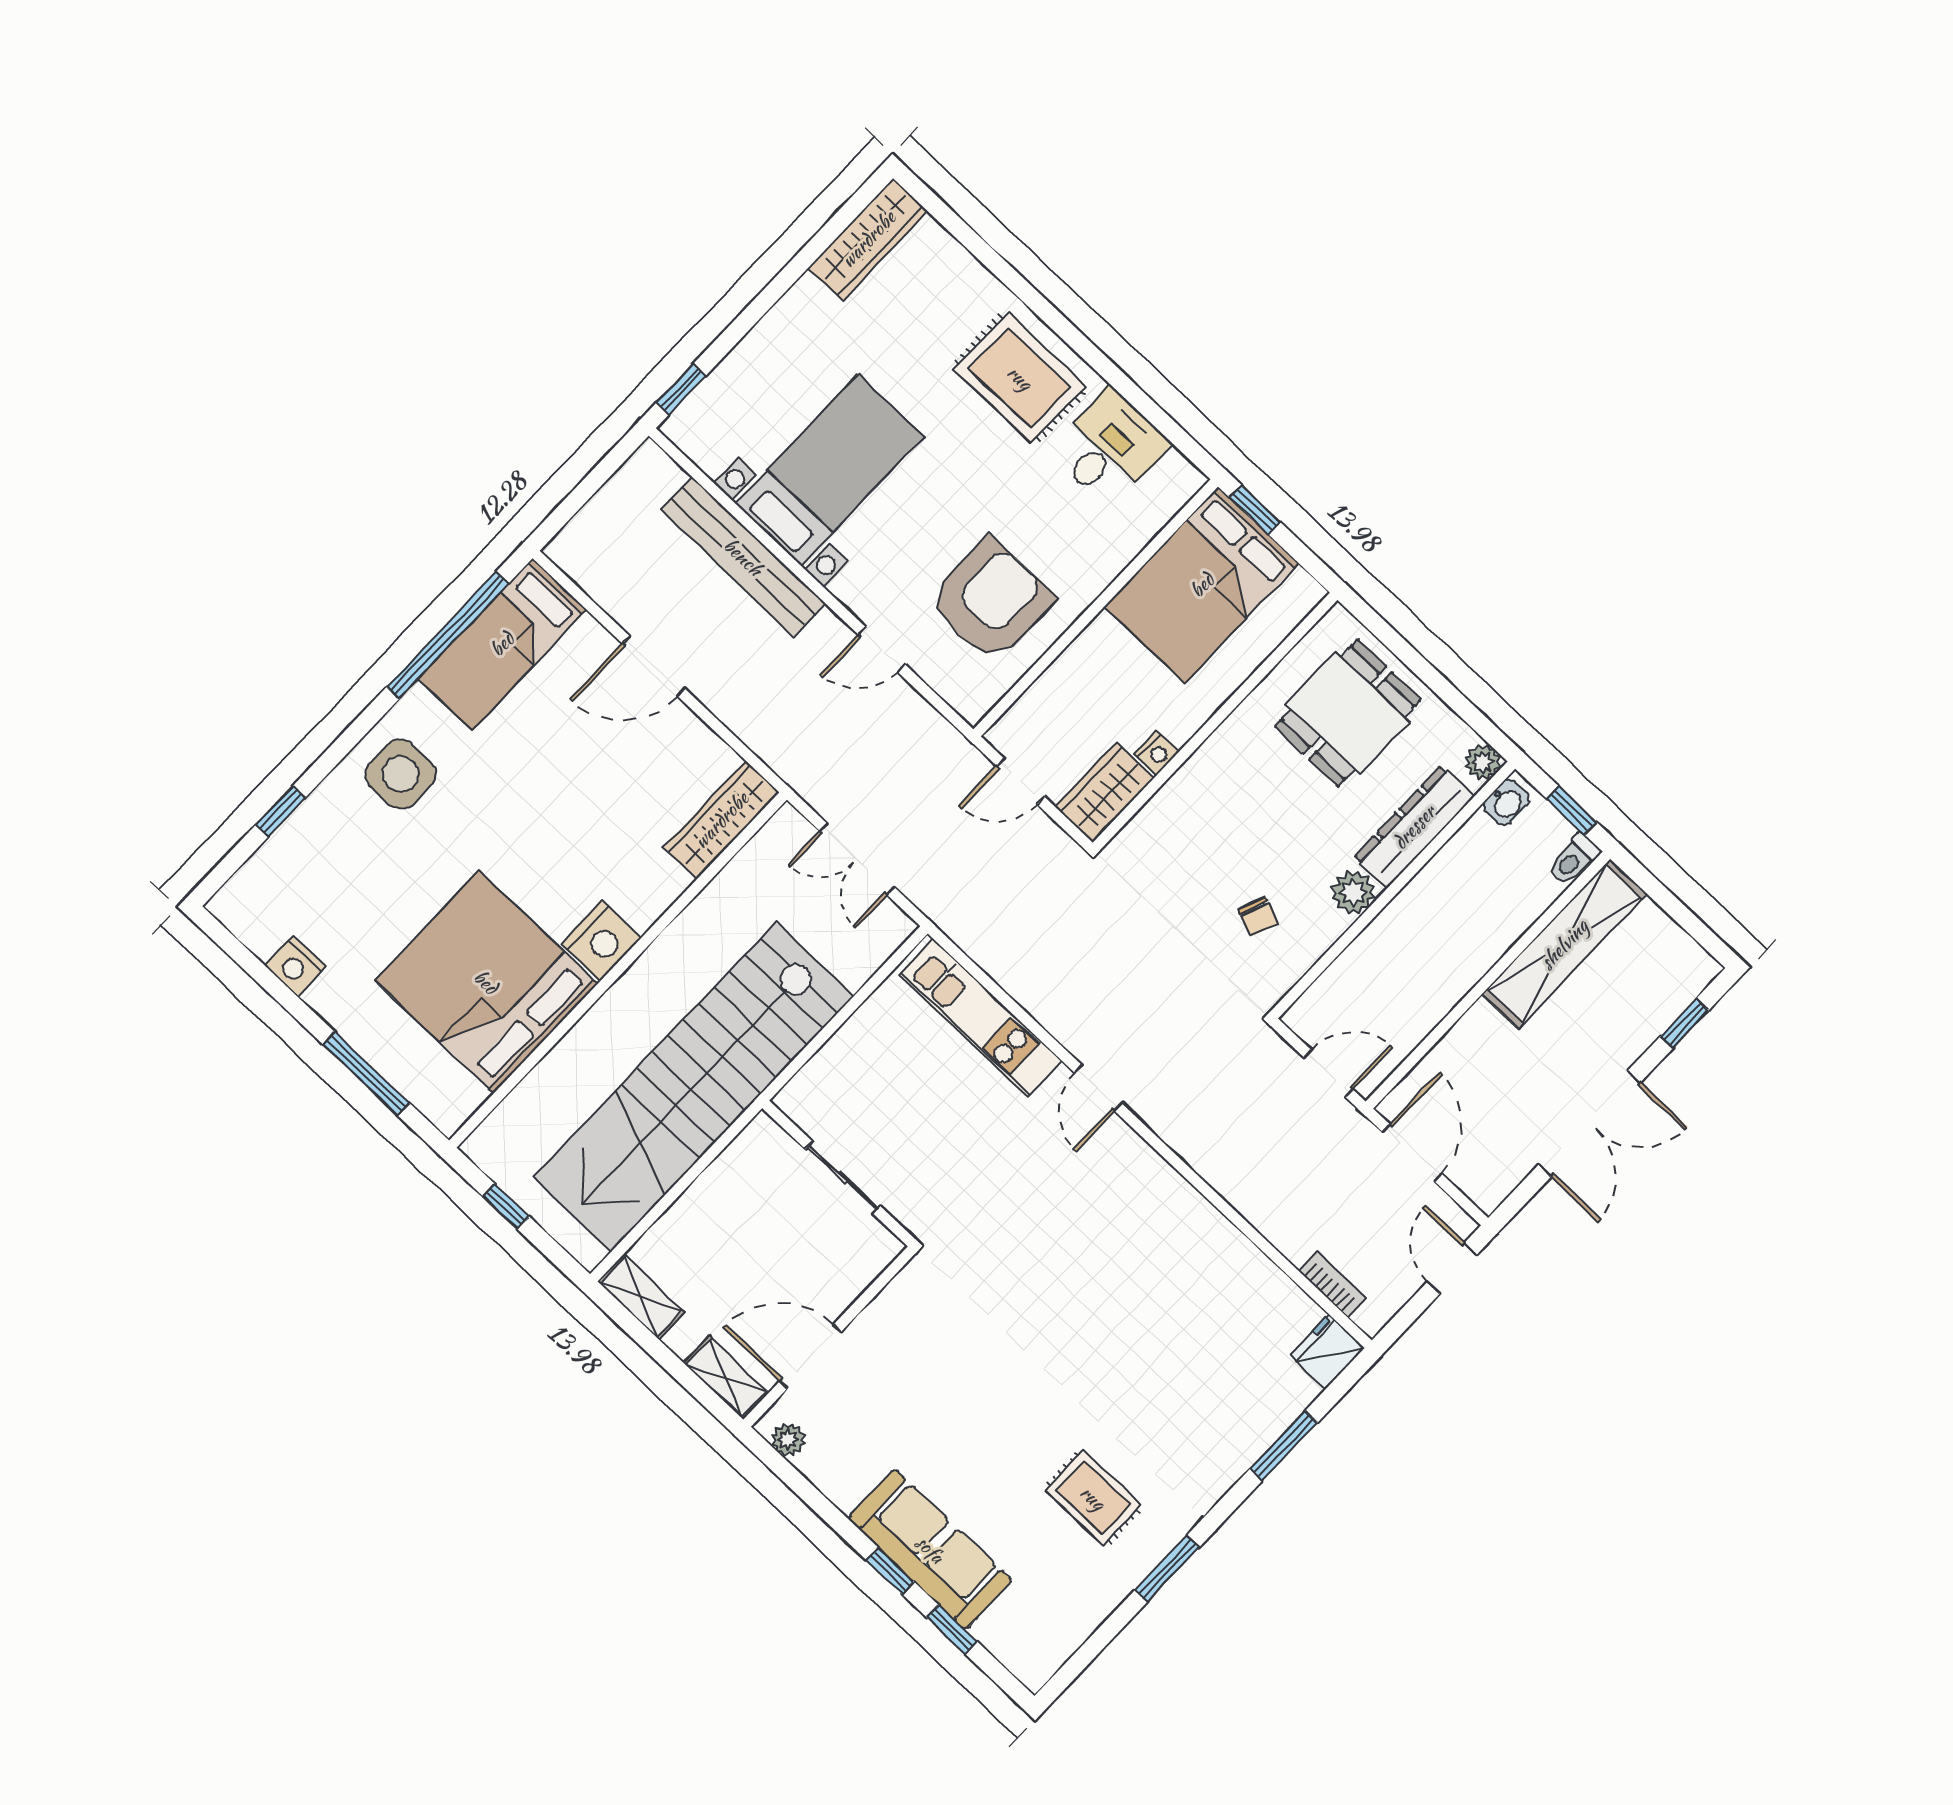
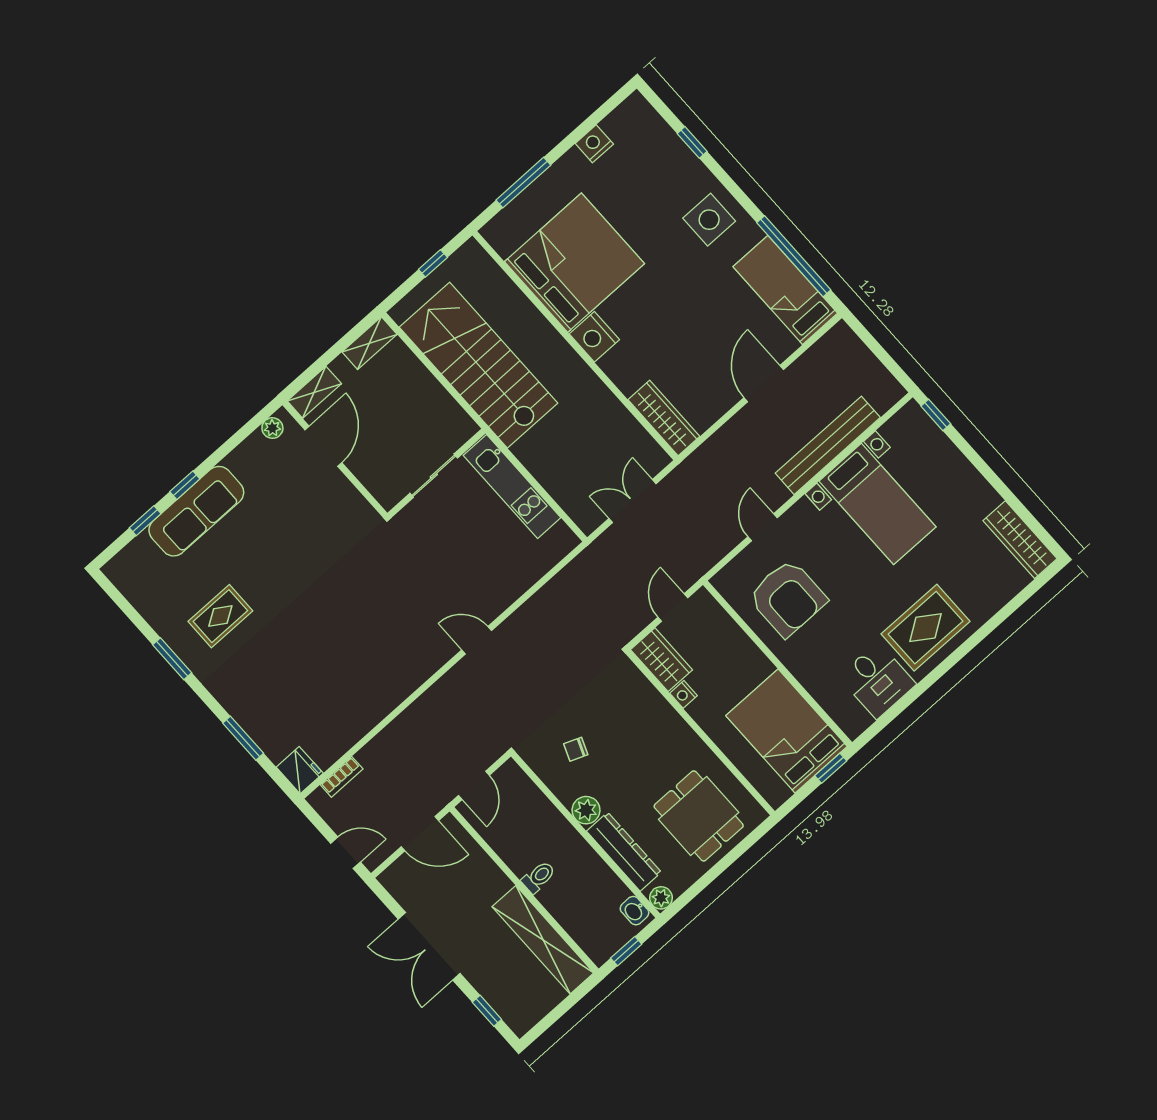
toilet: (1574, 859) -> (539, 877), moved, turned 90
kitchen unit: (981, 1018) -> (512, 486), moved, turned -90
stairs: (694, 1087) -> (478, 365), width x0.73

